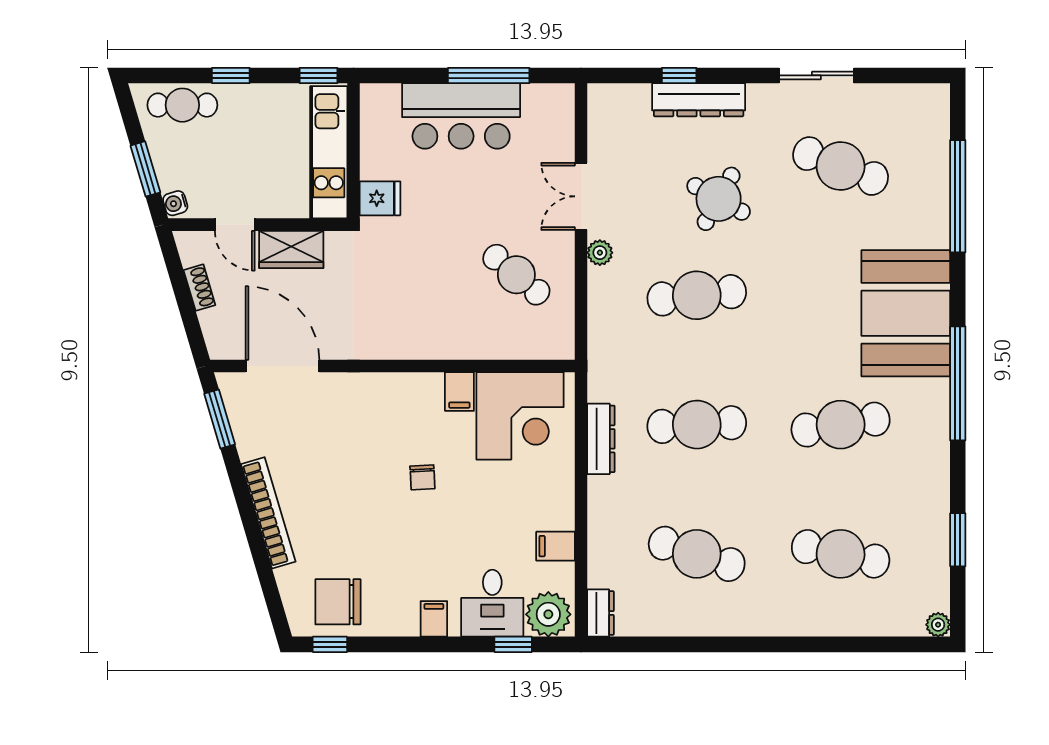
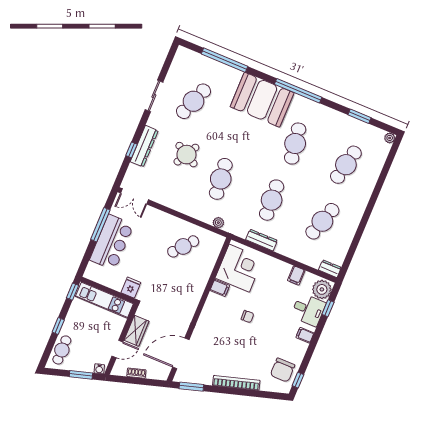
double door: (581, 196) -> (134, 196), moved
plant: (600, 253) -> (218, 223), moved

